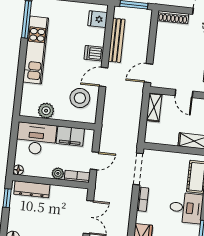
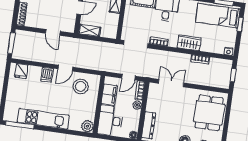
bench: (117, 40) -> (38, 57), removed
door: (149, 73) -> (53, 32), moved
door: (104, 77) -> (65, 68), hinge flipped
plant: (46, 111) -> (87, 126), moved
door: (94, 161) -> (128, 77), swing flipped

